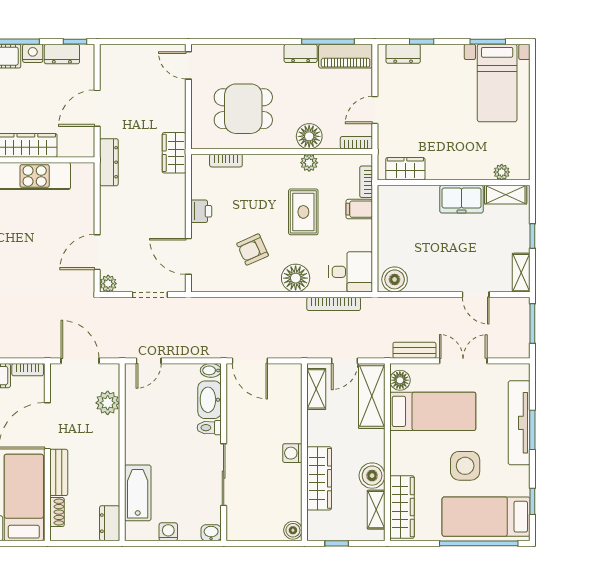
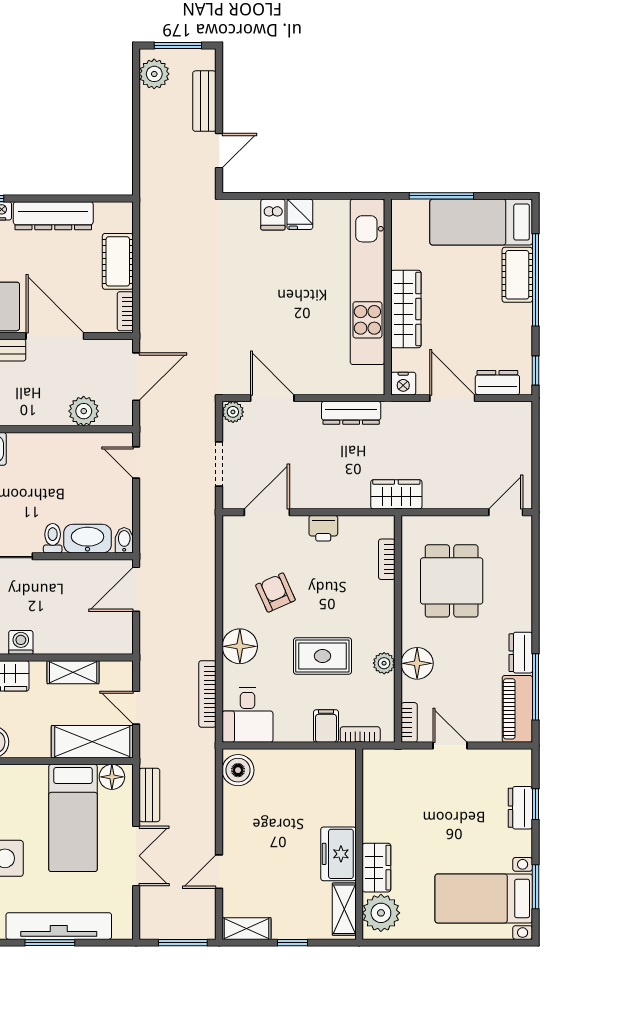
nightstand: (33, 53) -> (403, 384), moved, turned 90
dresser: (62, 54) -> (497, 383), moved, turned 90
dresser: (403, 54) -> (520, 808), moved
dresser: (109, 162) -> (351, 413), moved
wardrobe: (405, 169) -> (376, 868), moved
plant: (502, 172) -> (381, 913), width x1.88, depth x1.88
shelving: (316, 389) -> (73, 672), moved

